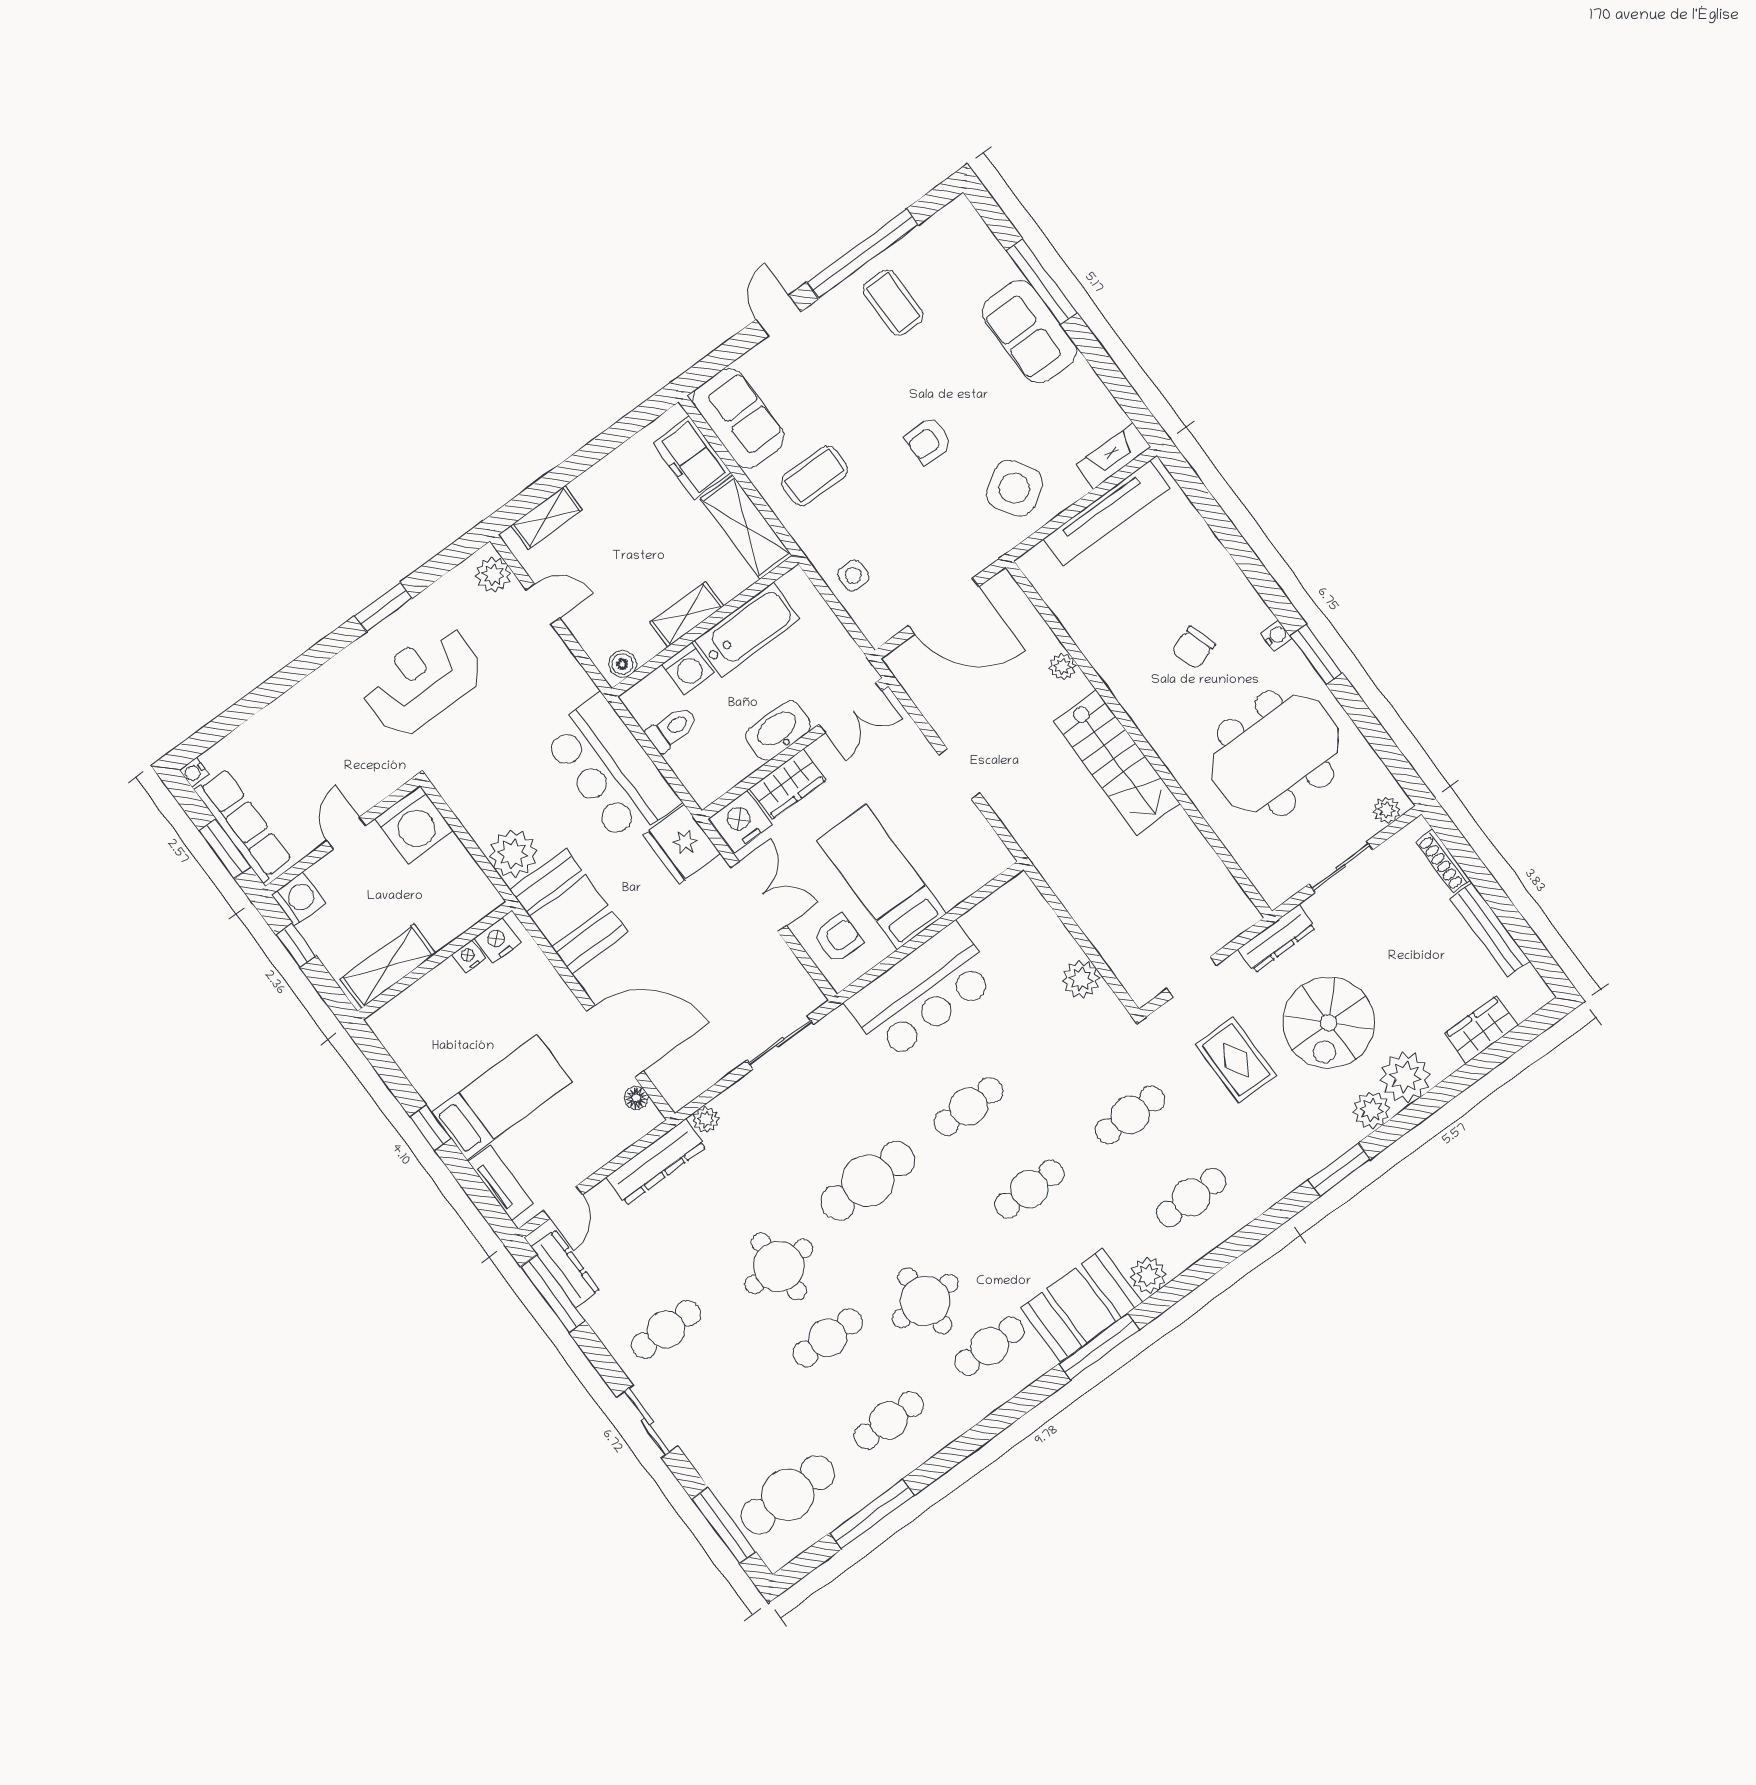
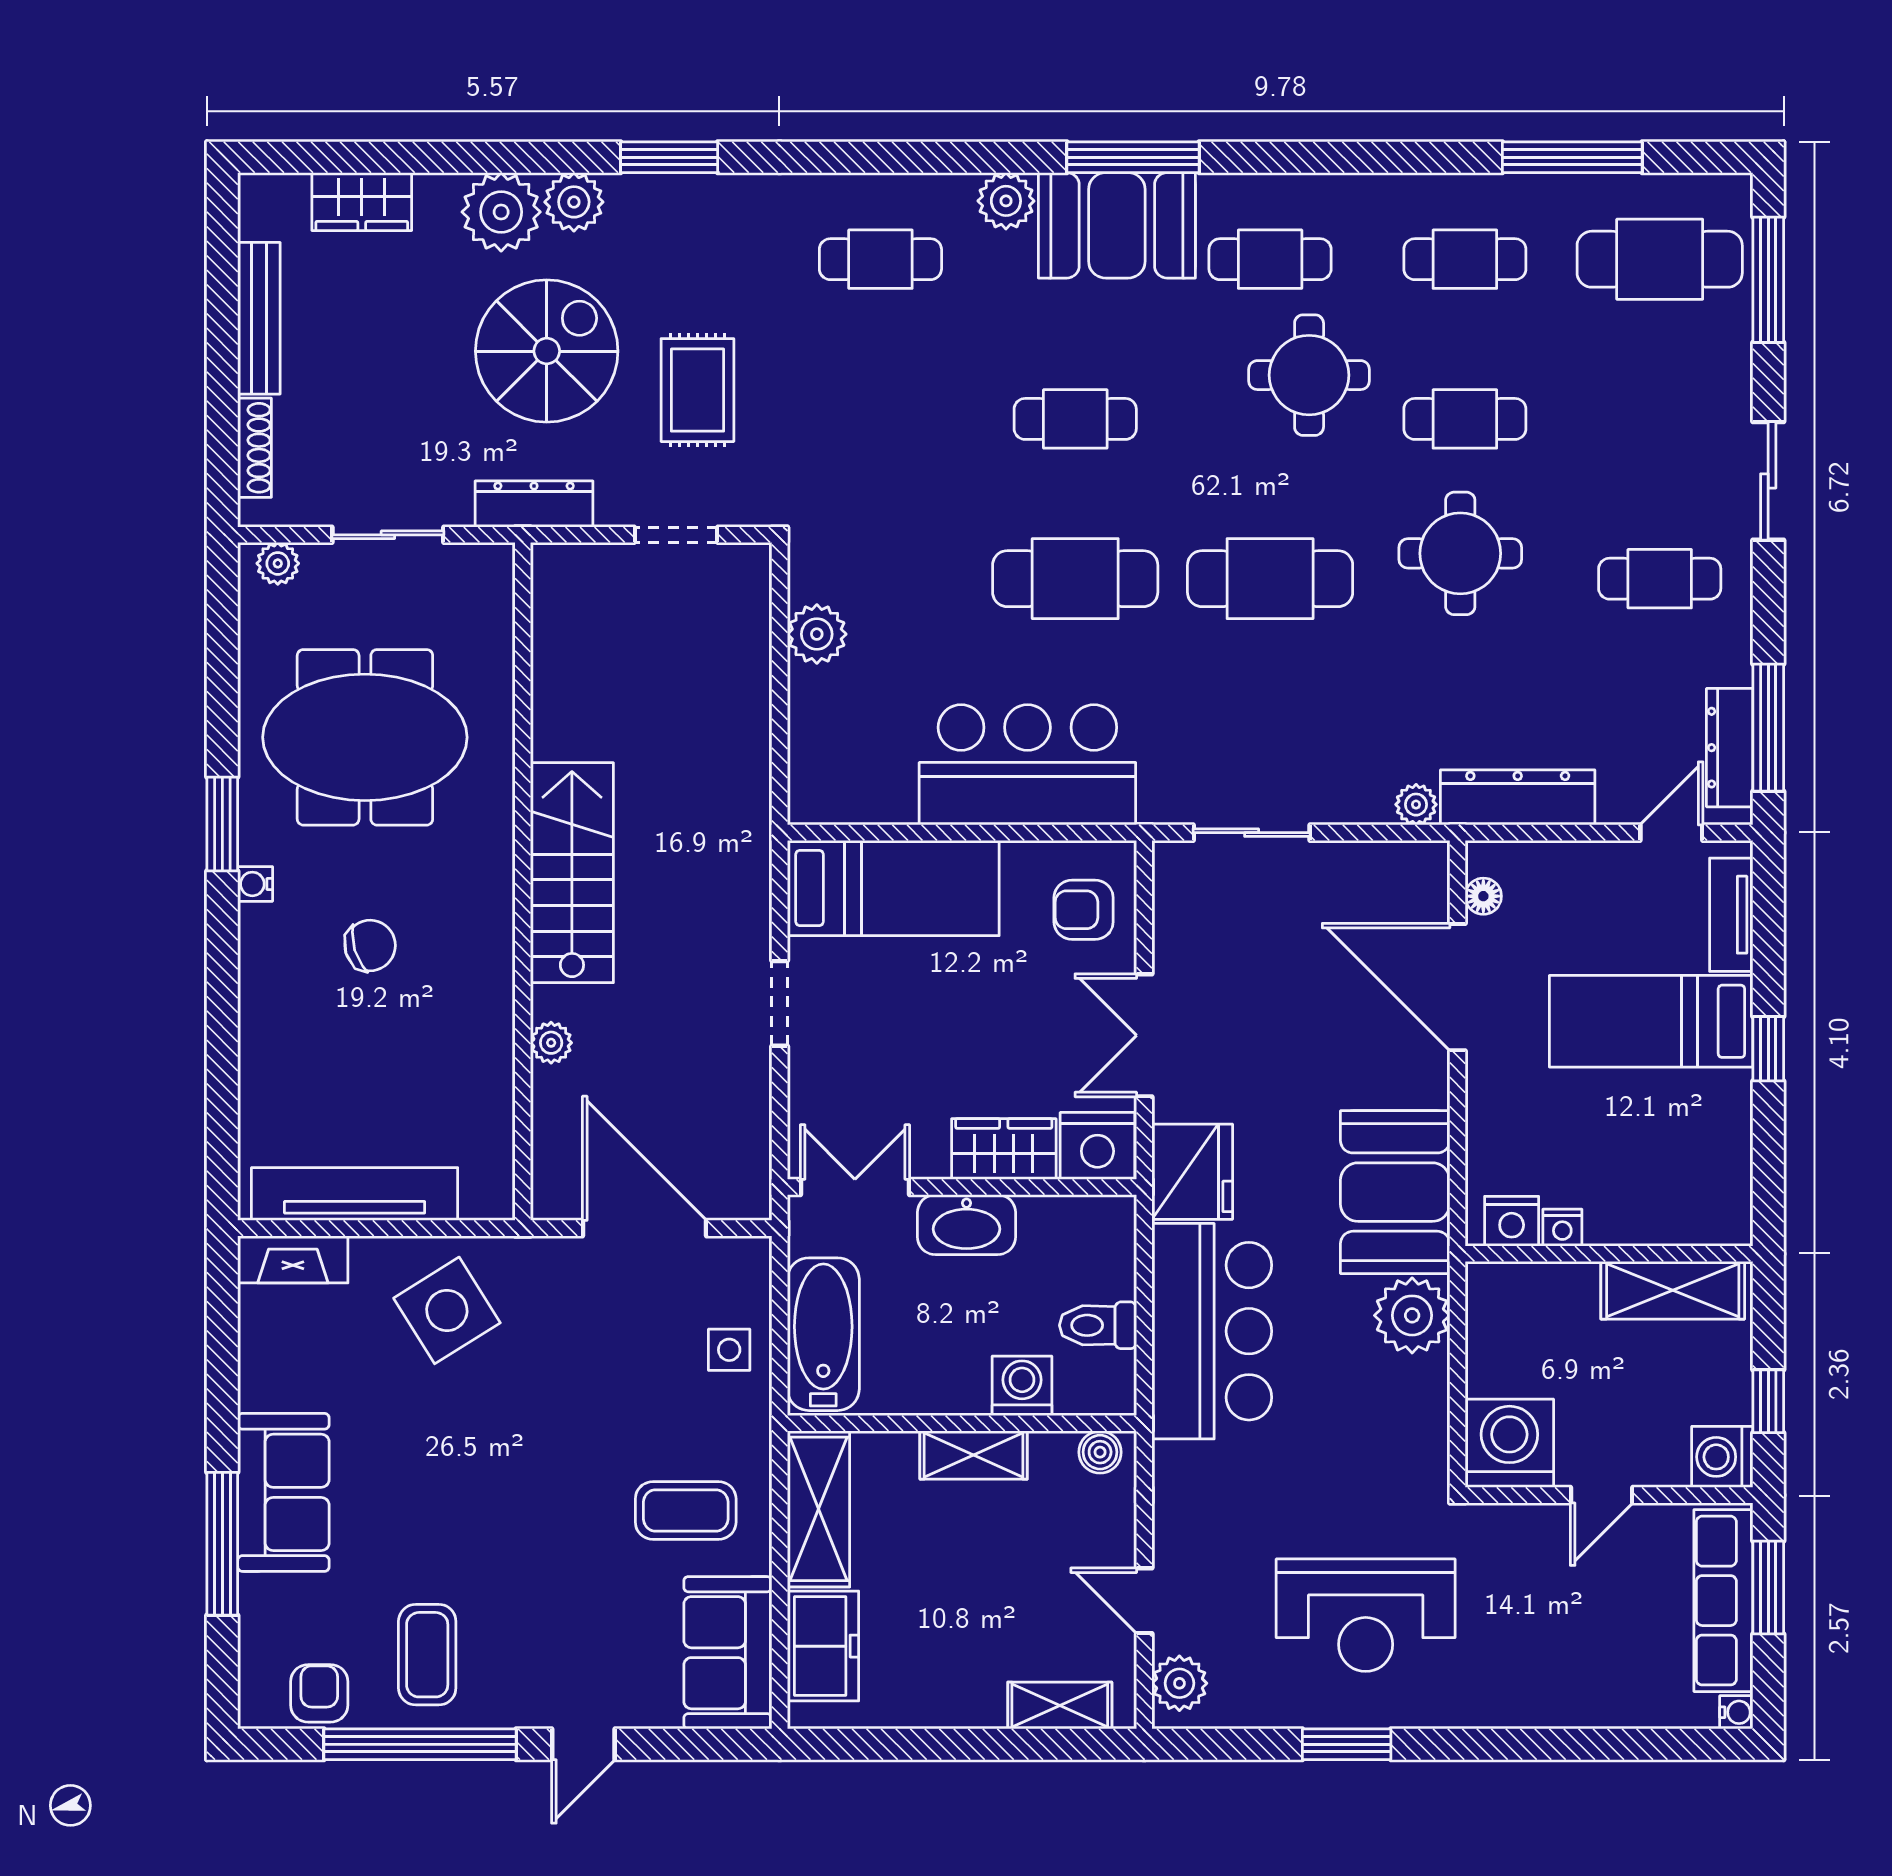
armchair: (928, 441) -> (319, 1693), moved, turned -90
bathtub: (747, 630) -> (823, 1334), moved, turned 90
bed: (881, 877) -> (893, 888), moved, turned -90
cafe table: (968, 1106) -> (1075, 579), width x1.37, depth x1.35
cafe table: (1130, 1115) -> (880, 419), removed

